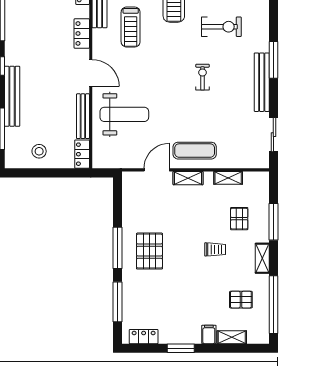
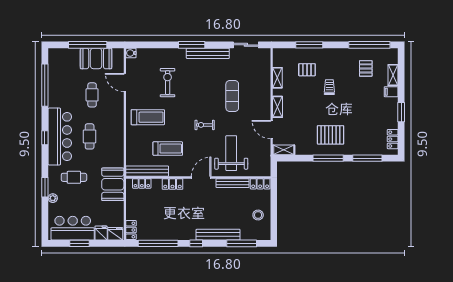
exercise bike: (202, 77) -> (205, 125), moved
exercise mat: (195, 151) -> (232, 96), moved
shelving: (262, 258) -> (284, 150), moved

